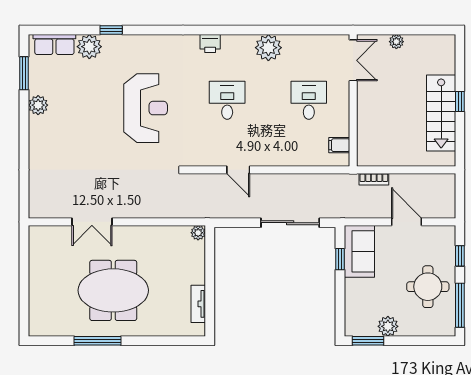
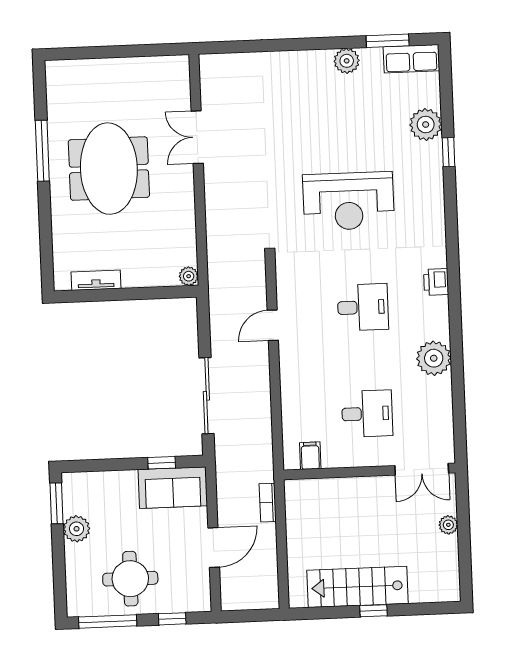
row of seats: (54, 44) -> (411, 59), moved, turned -90

